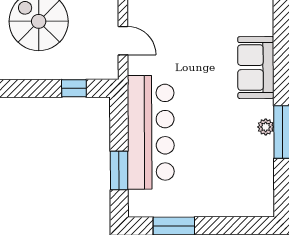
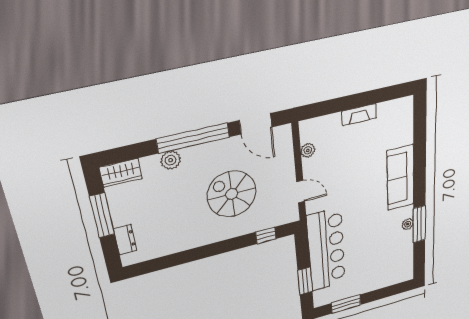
sofa: (256, 68) -> (401, 178), width x1.36

